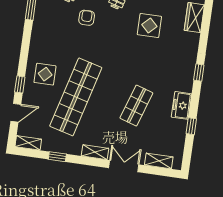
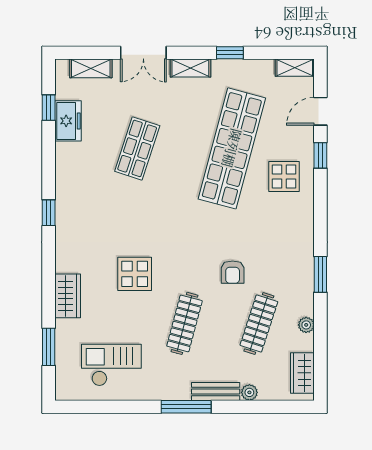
freezer: (182, 105) -> (68, 121), moved
window: (191, 126) -> (49, 108), moved
window: (57, 157) -> (230, 53), moved

